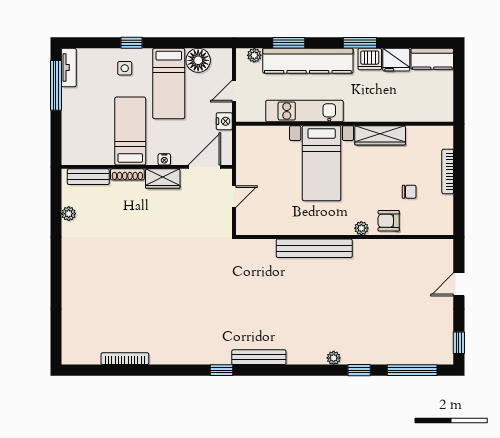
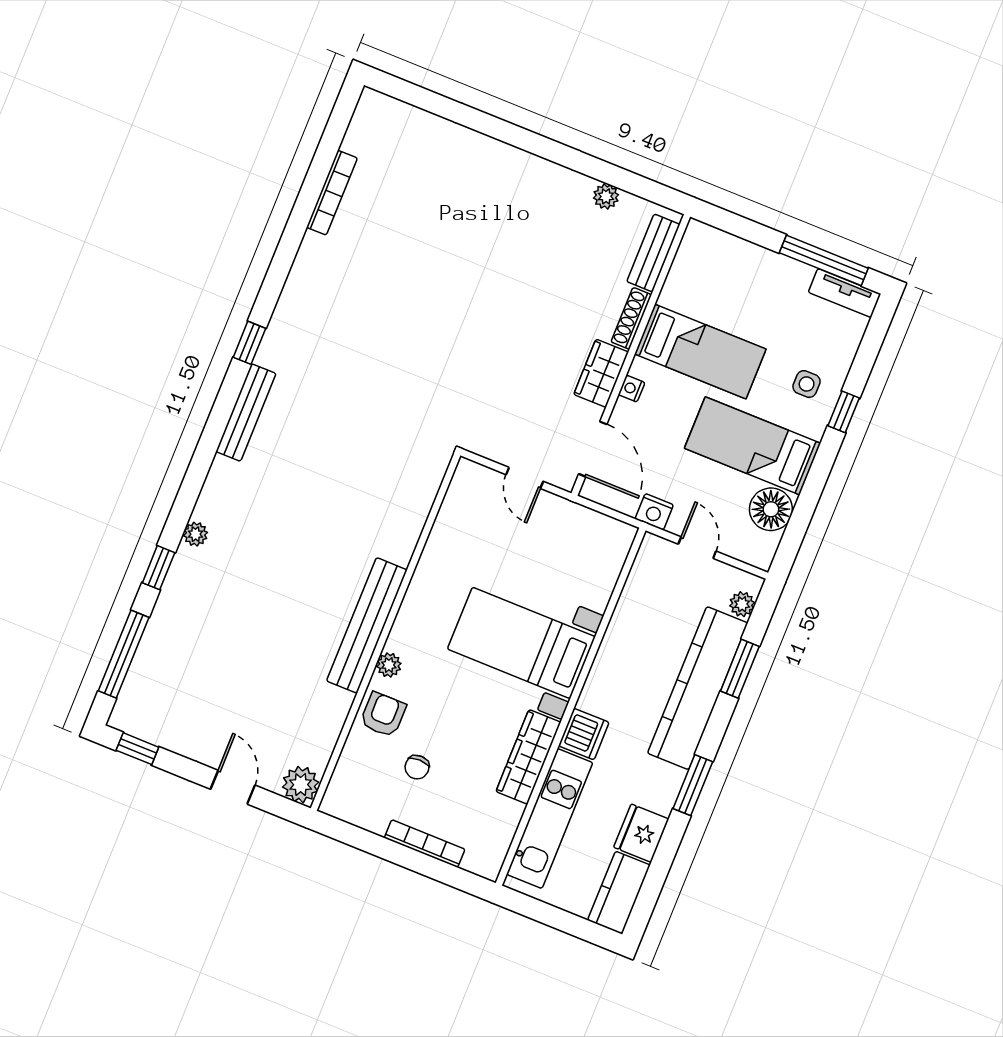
dishwasher: (370, 59) -> (584, 734), moved, turned 180
kitchen unit: (305, 111) -> (550, 818), moved
bench: (314, 248) -> (367, 625), moved
plant: (443, 249) -> (301, 785), added

